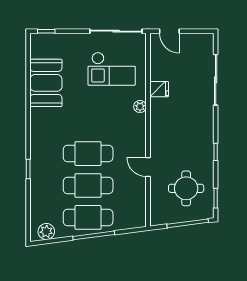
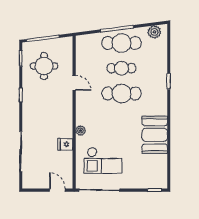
checkout: (112, 69) -> (103, 160), turned 180
booth: (46, 83) -> (155, 135), moved
cafe table: (88, 185) -> (121, 68), width x0.73, depth x0.74

